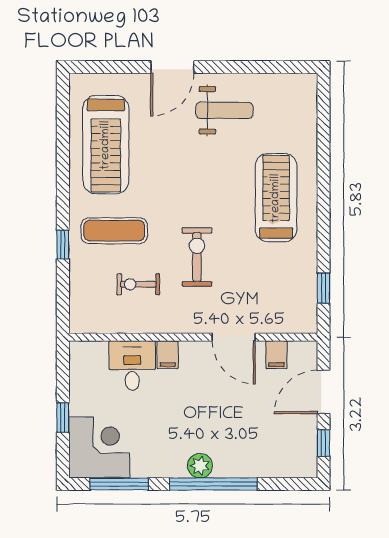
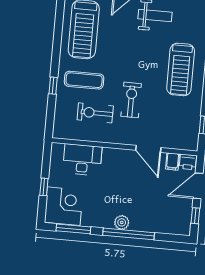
treadmill: (276, 198) -> (181, 69), turned 180
exercise bike: (138, 284) -> (95, 113), width x1.38, depth x1.39
printer: (303, 353) -> (188, 162), added
filing cabinet: (168, 355) -> (109, 156), removed
desk: (132, 366) -> (82, 160), width x1.37

